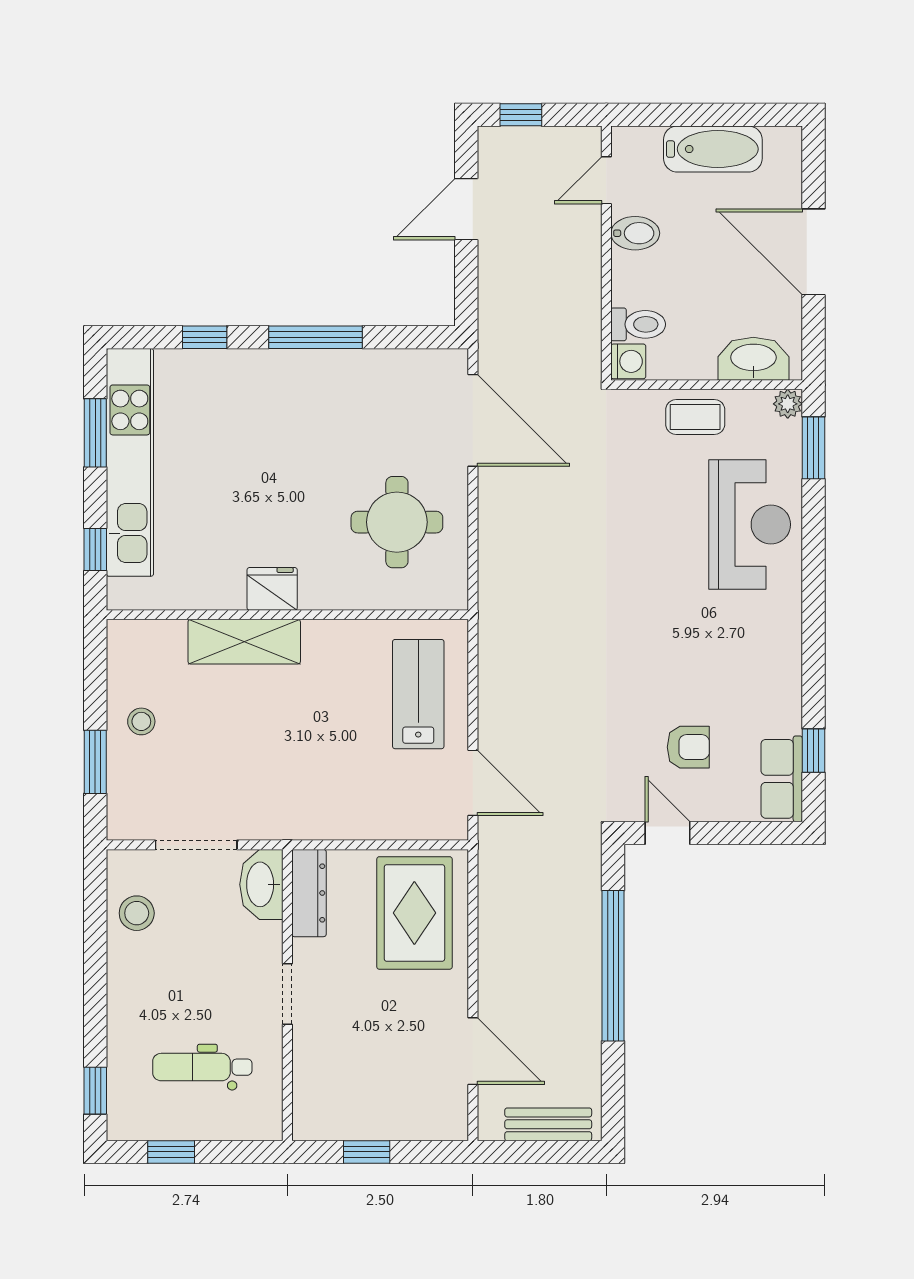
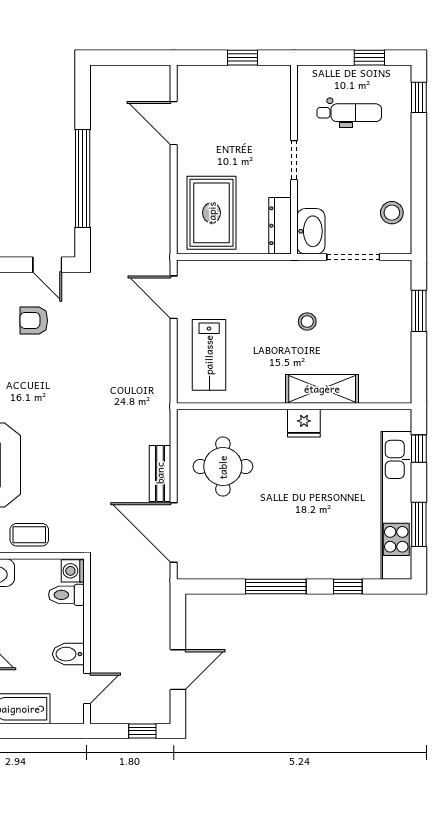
stool: (141, 721) -> (307, 322), moved
bench: (548, 1124) -> (160, 473), moved, turned 90

